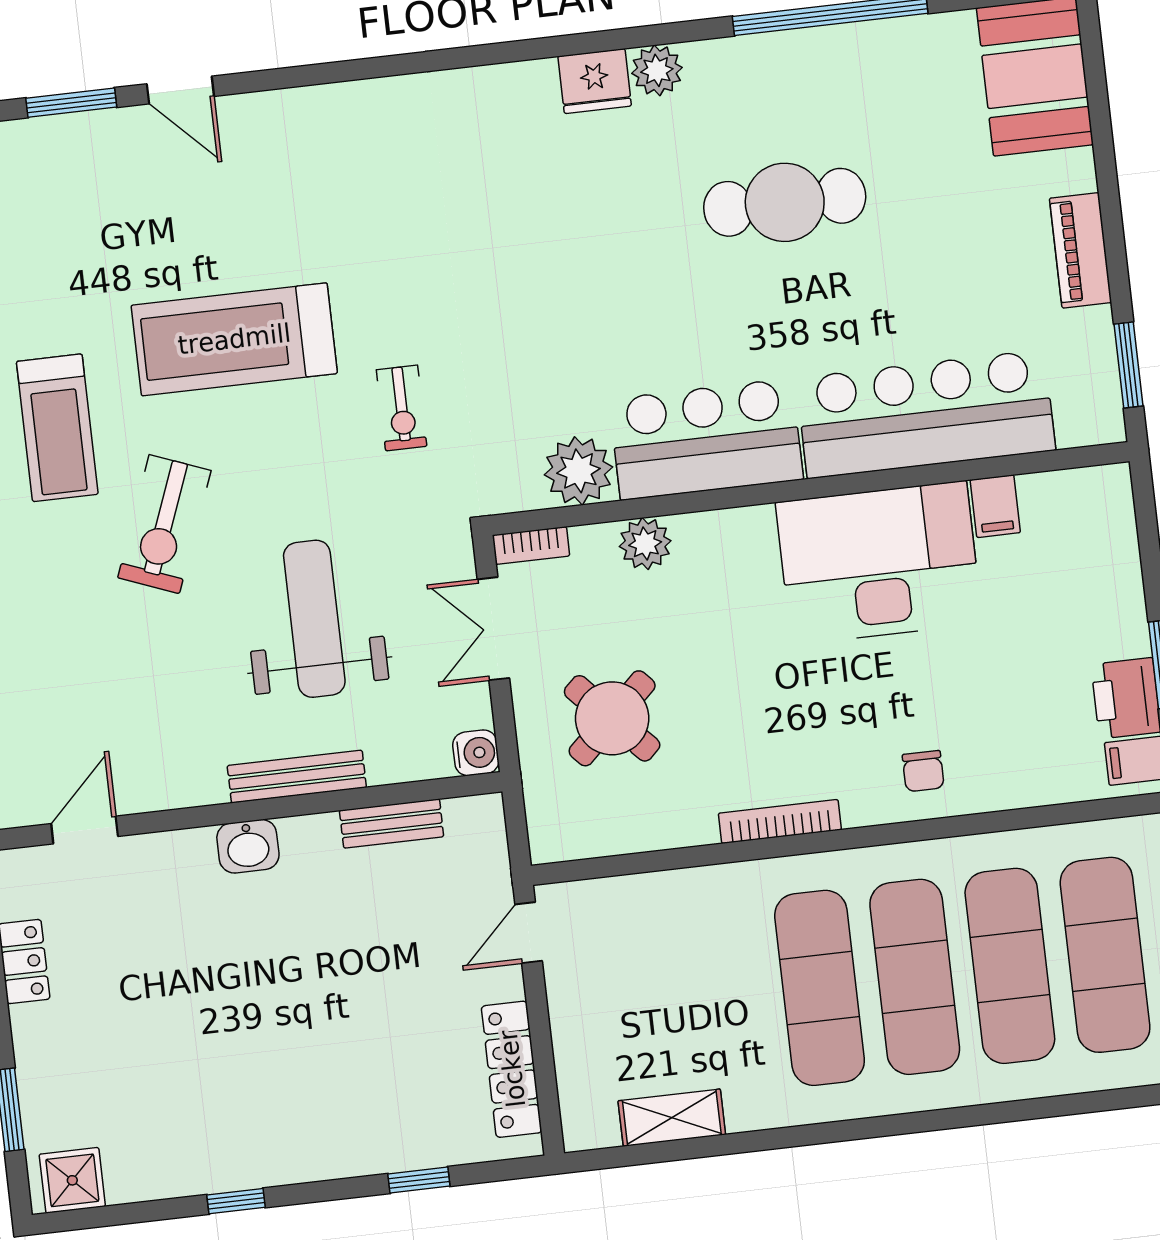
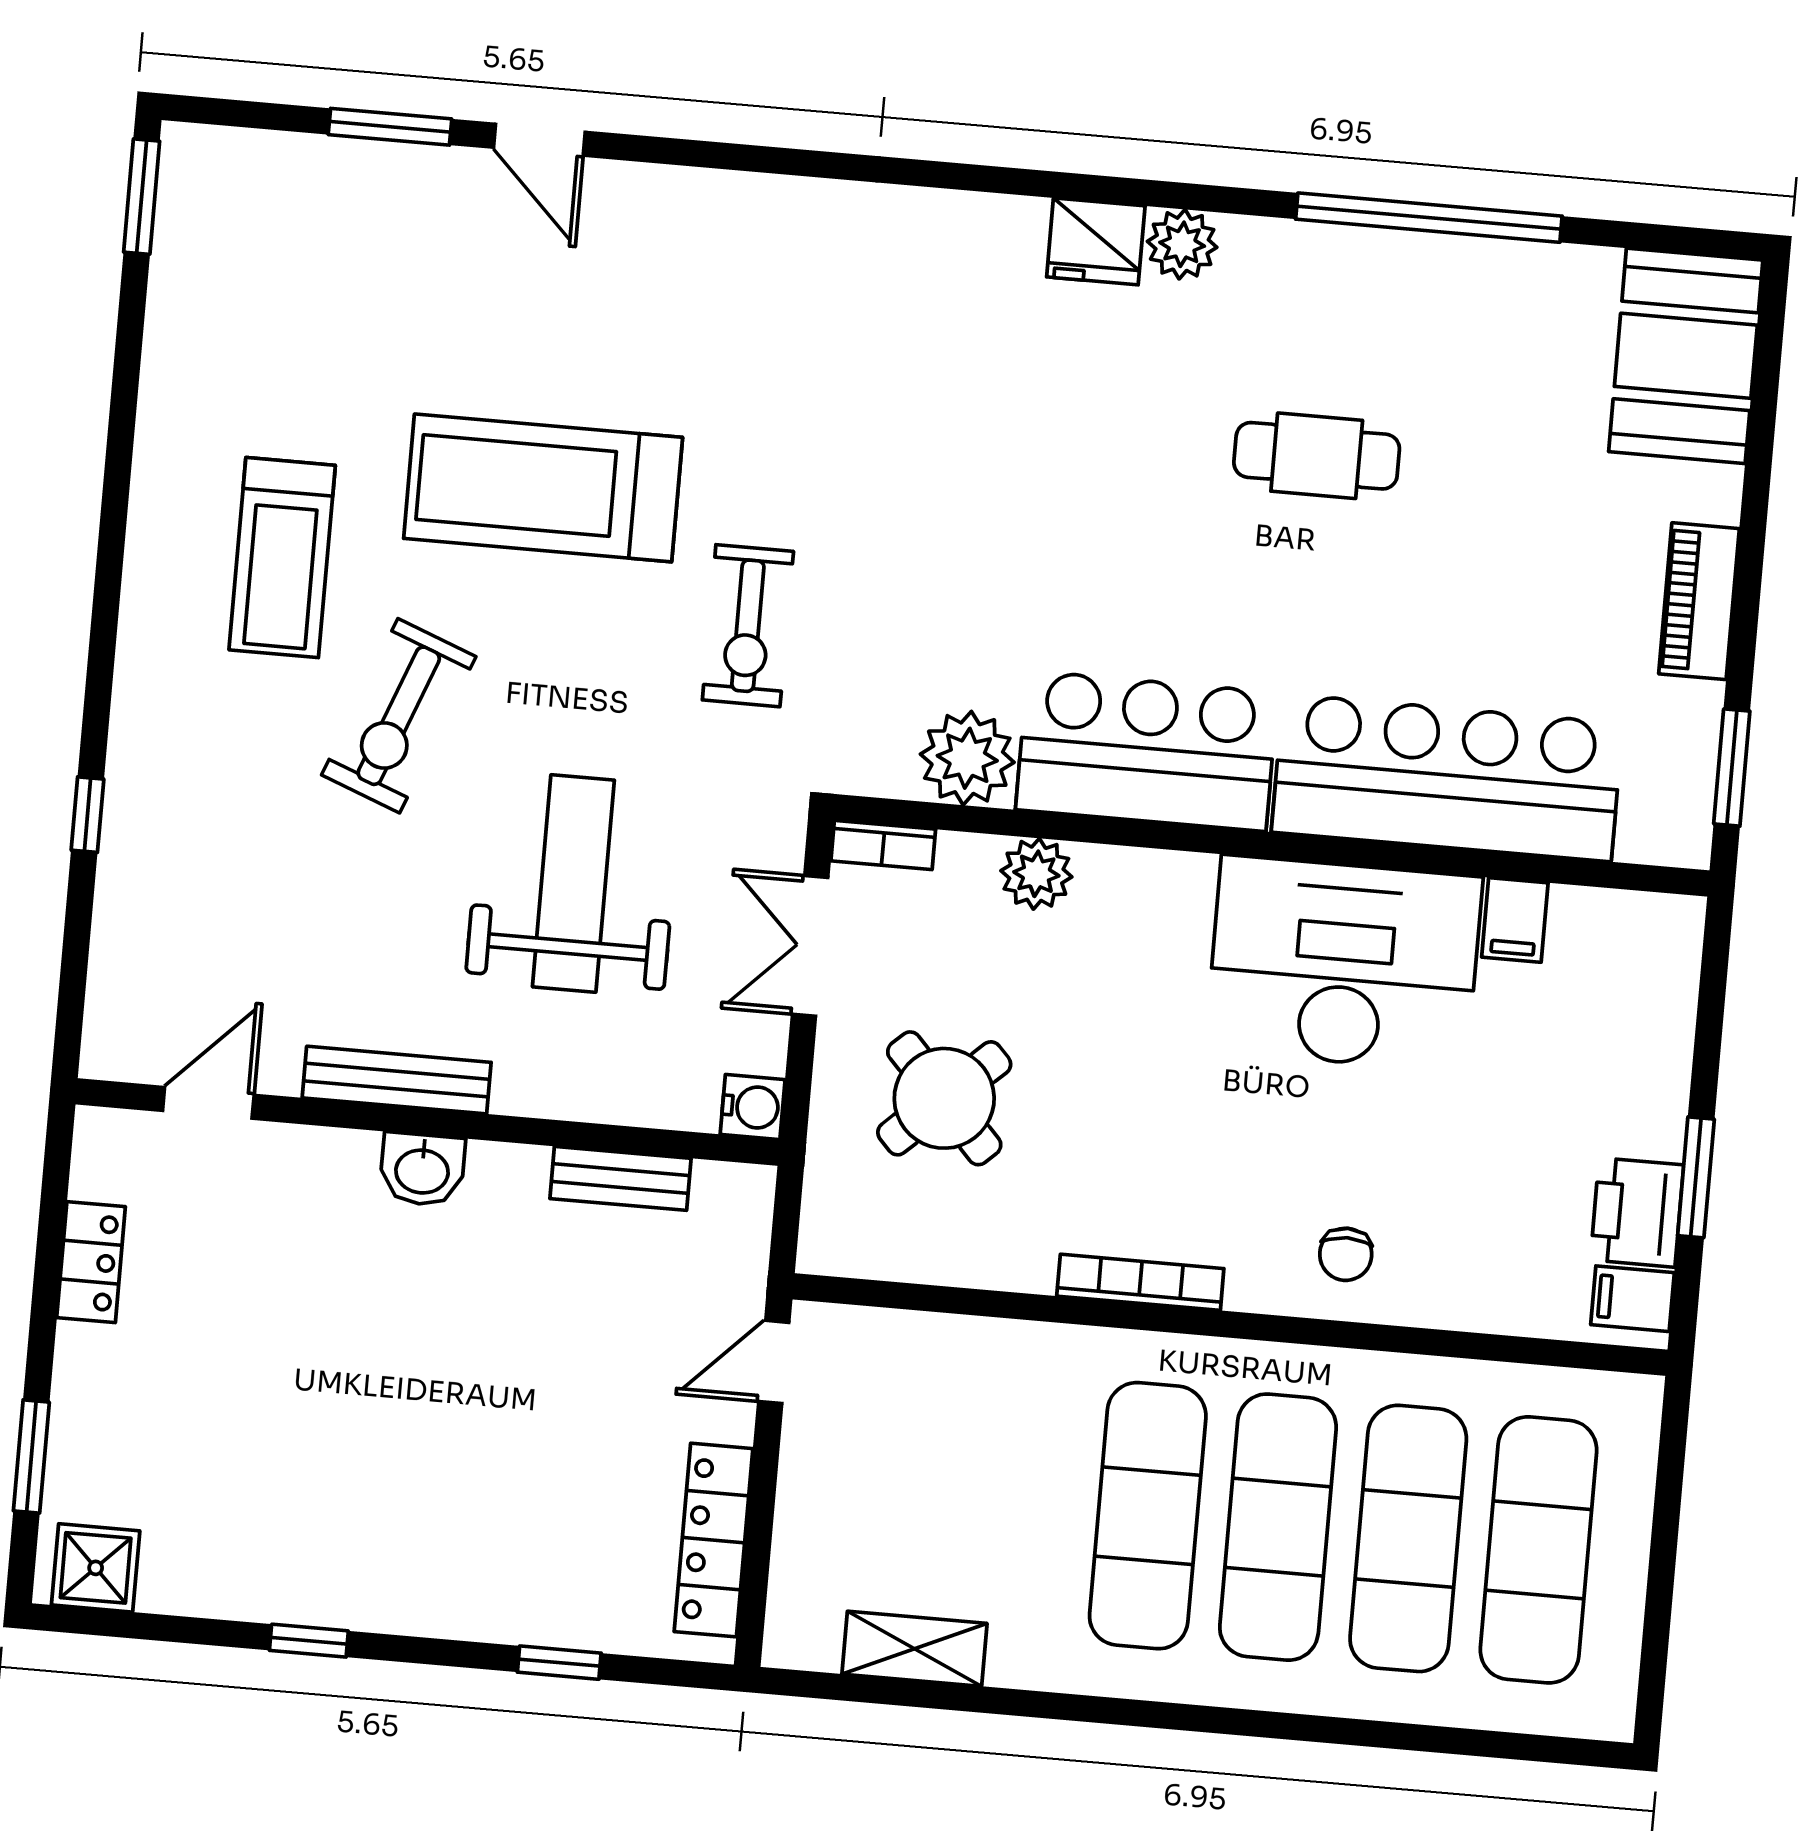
cafe table: (785, 202) -> (1317, 456), width x0.73, depth x0.74
exercise bike: (402, 408) -> (748, 626), width x1.38, depth x1.39
bench: (297, 777) -> (397, 1080), moved

